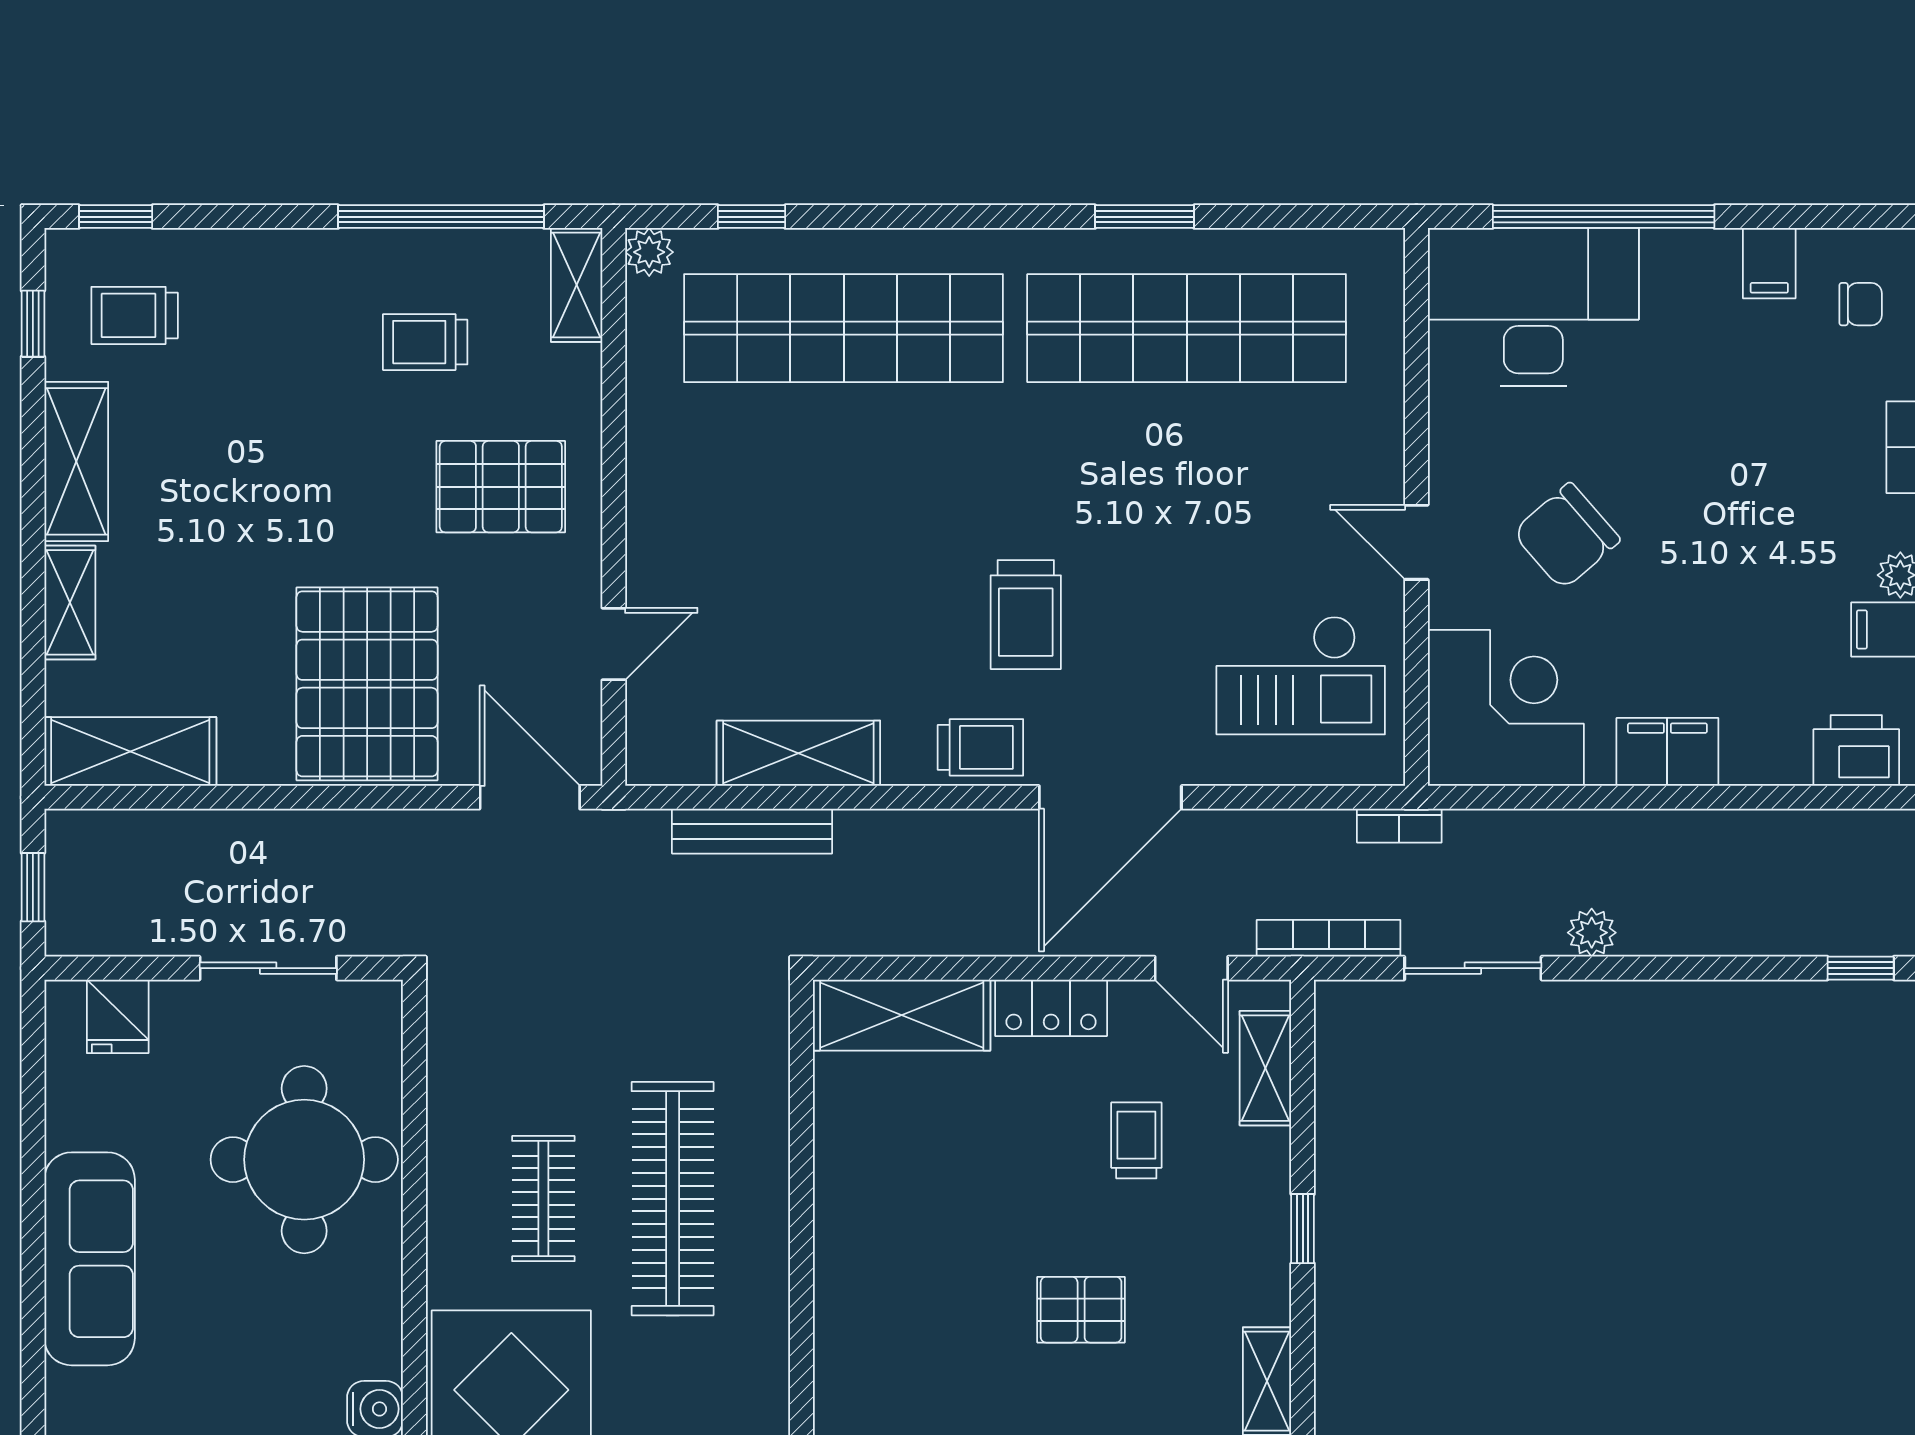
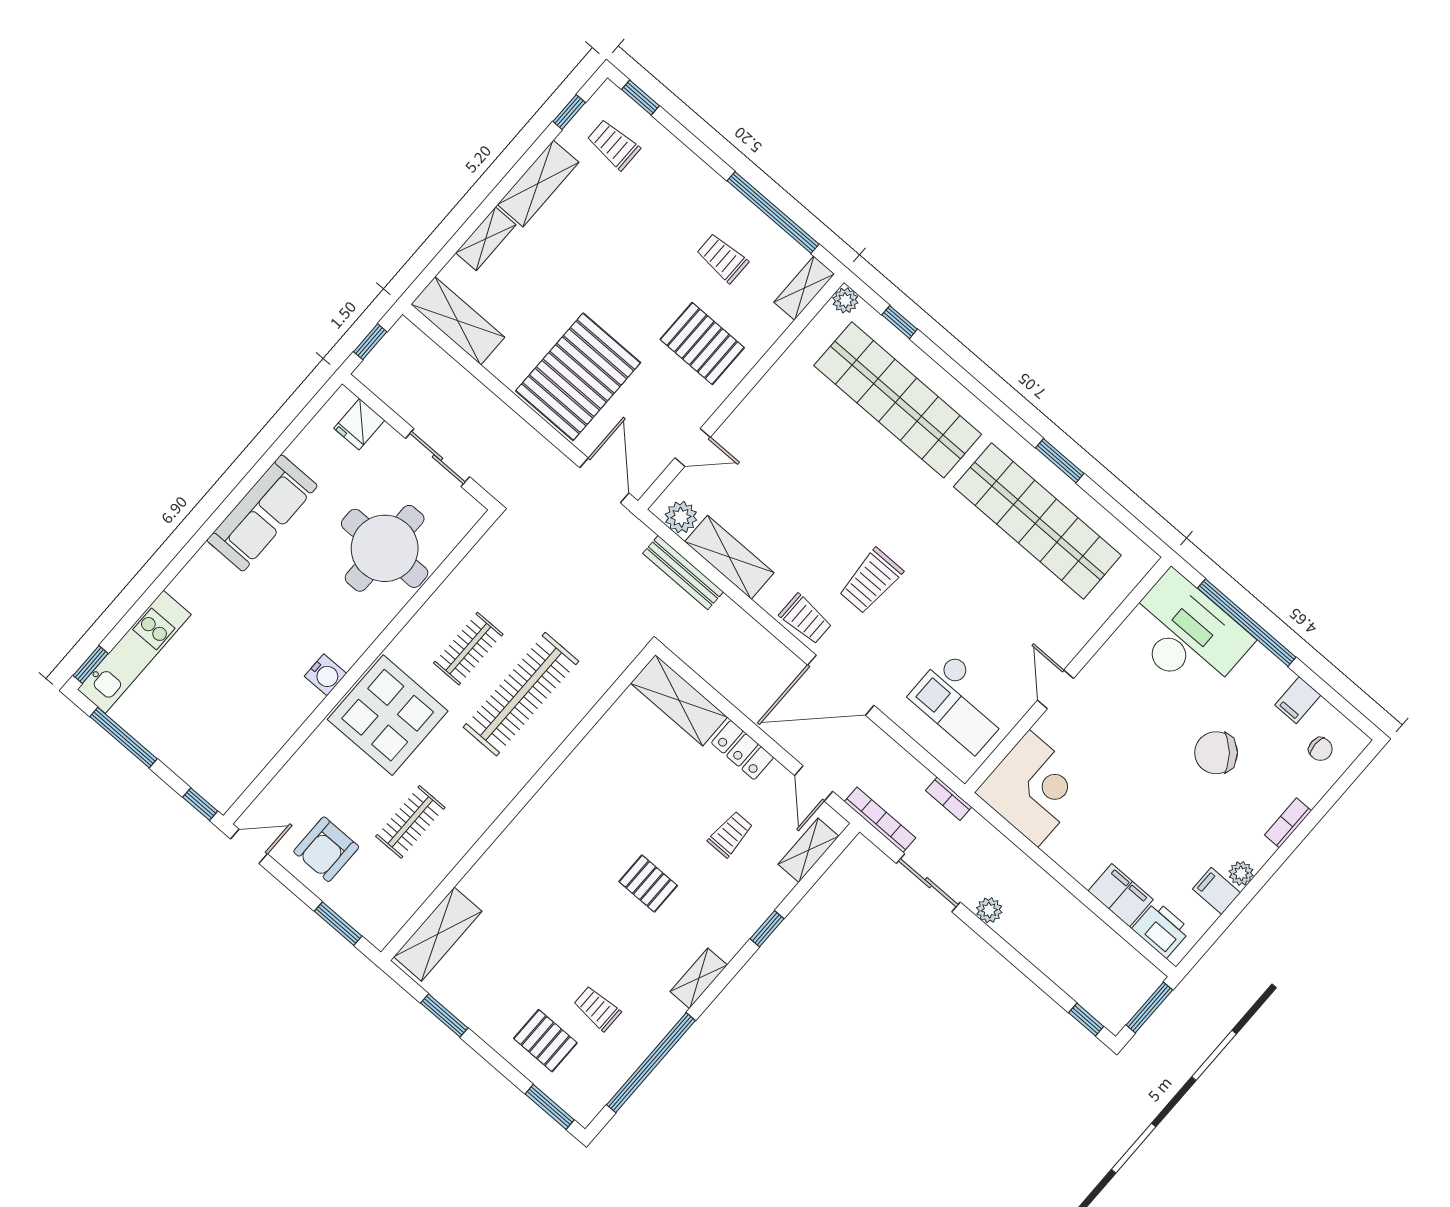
chair: (1566, 536) -> (1216, 753), moved
filing cabinet: (1667, 752) -> (1121, 895), moved
plant: (682, 756) -> (681, 517), added

